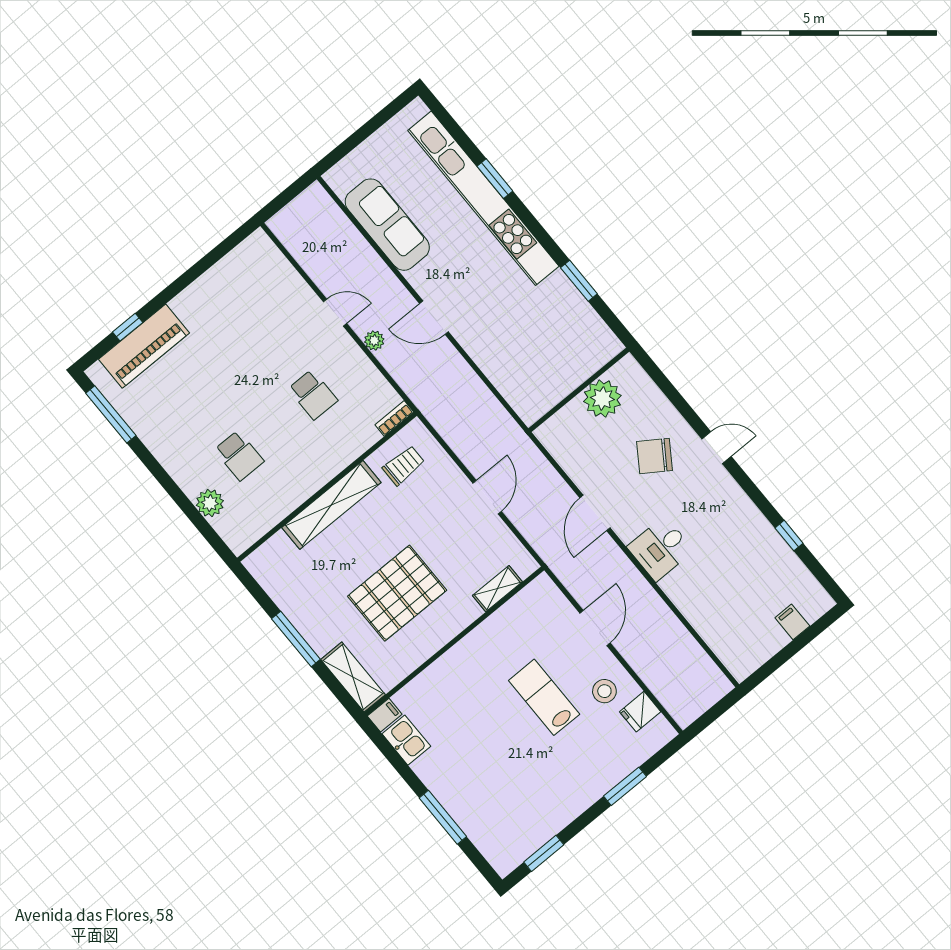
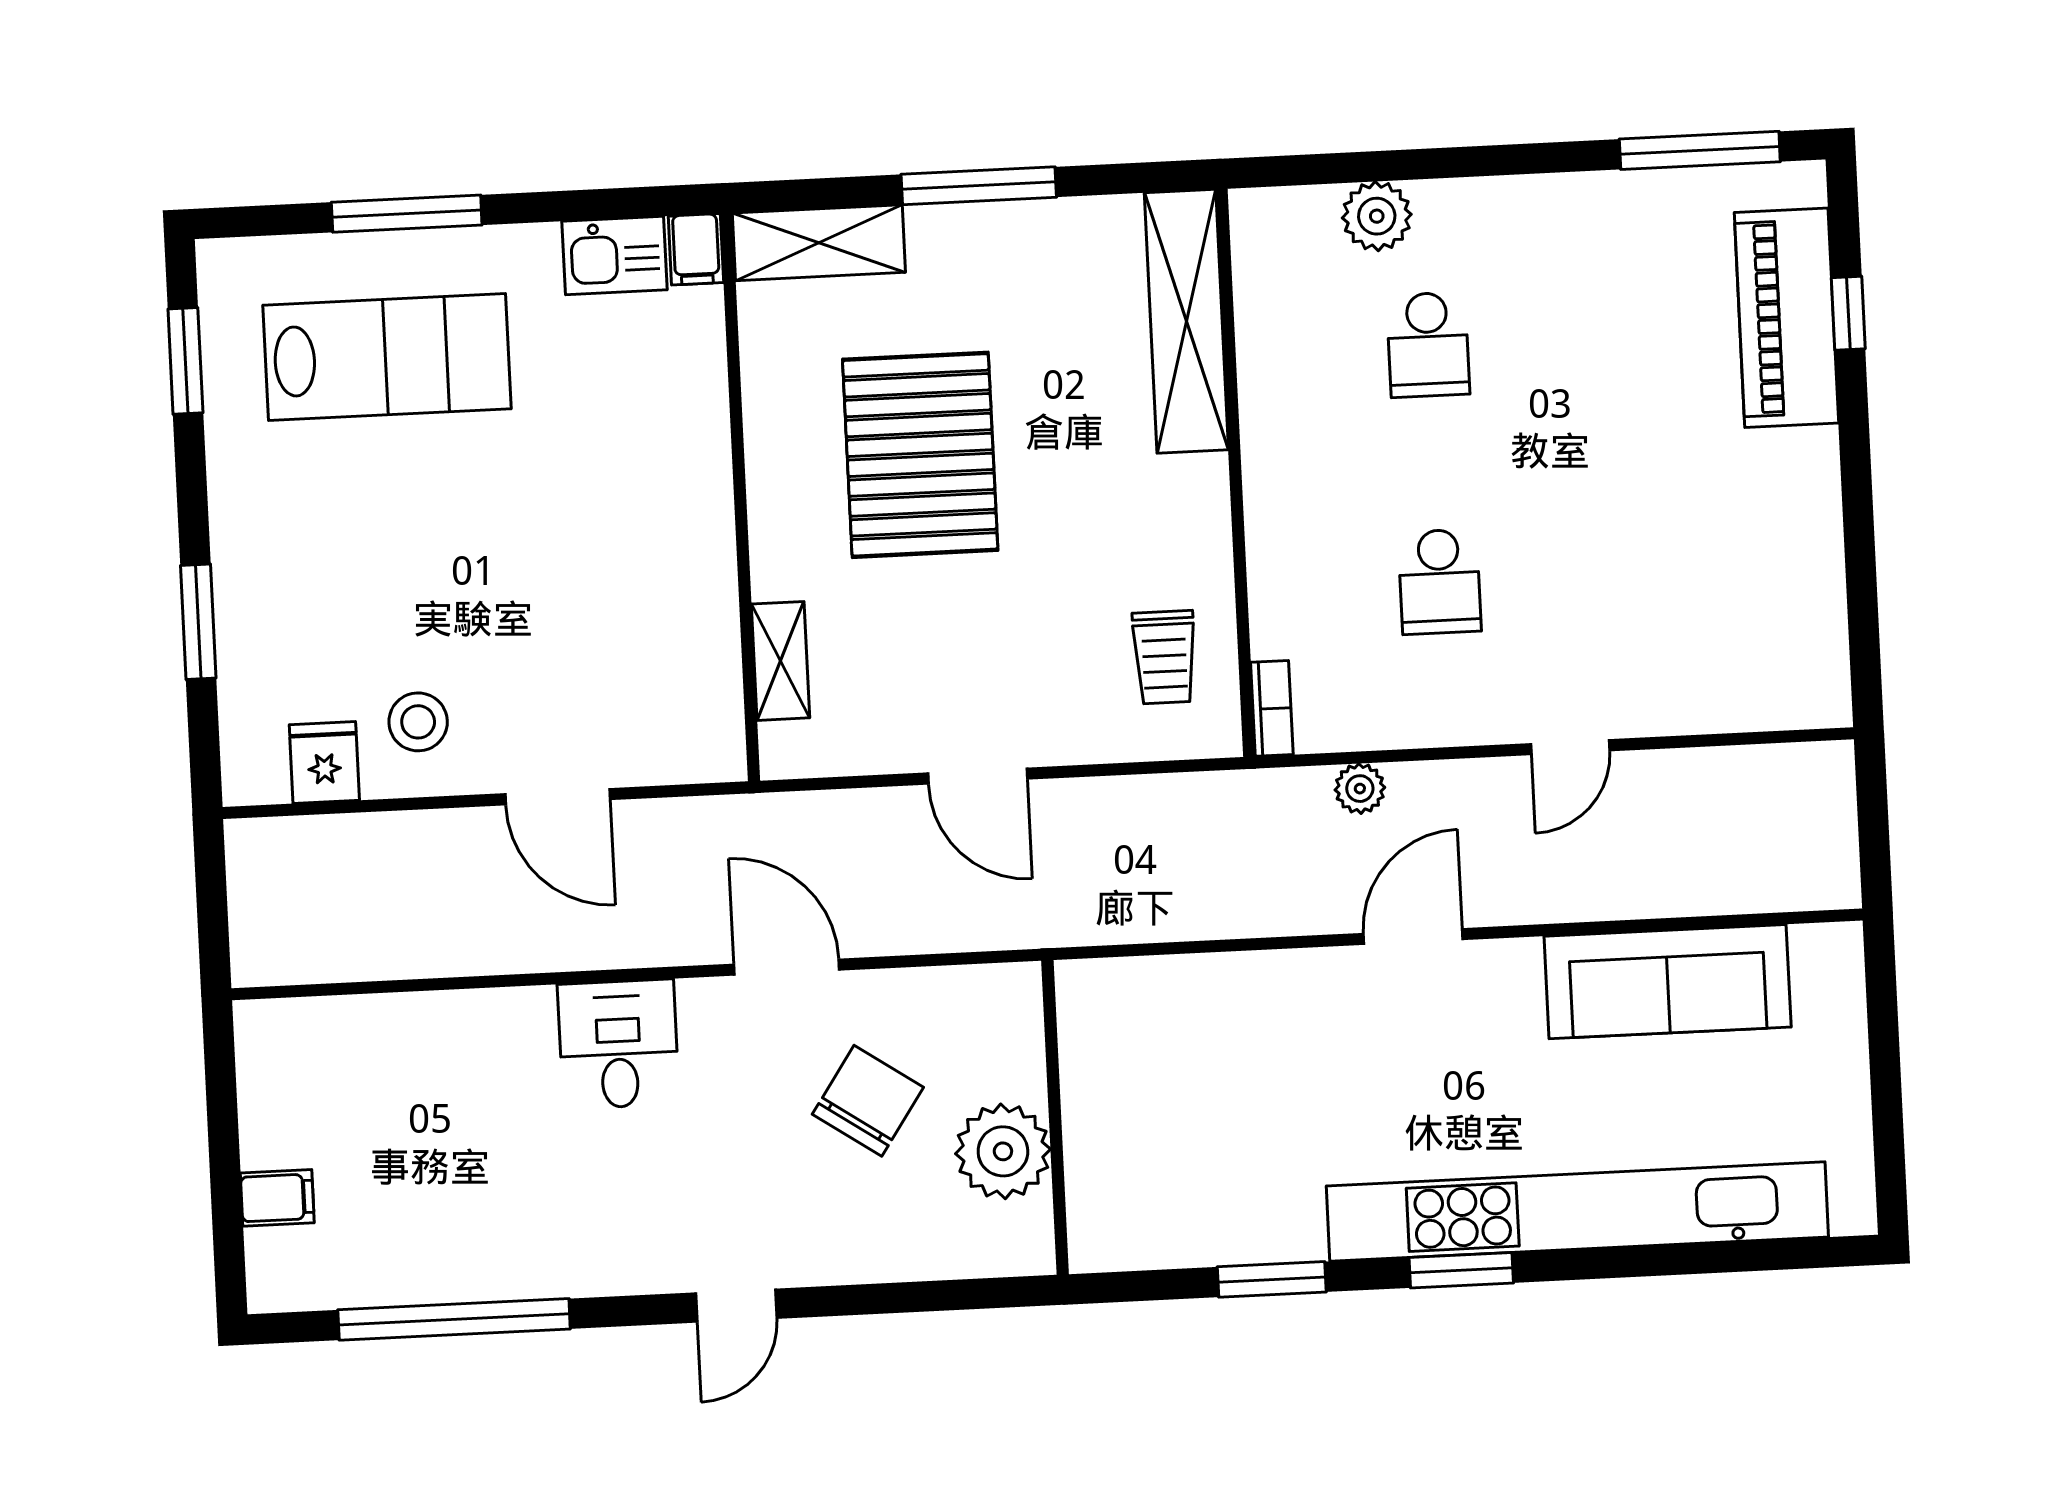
window: (495, 179) -> (1461, 1270), moved
plant: (374, 341) -> (1360, 789), moved
school desk: (313, 395) -> (1440, 582), turned -90
school desk: (239, 455) -> (1428, 345), turned -90
chair: (655, 456) -> (868, 1101), moved
shelving: (331, 505) -> (1186, 321), moved
window: (789, 536) -> (454, 1319), width x3.17
lab bench: (544, 697) -> (387, 357), moved, width x1.36, depth x1.39

